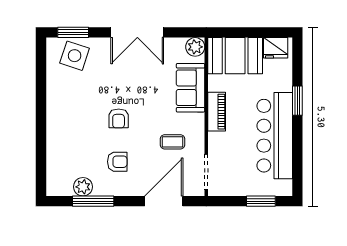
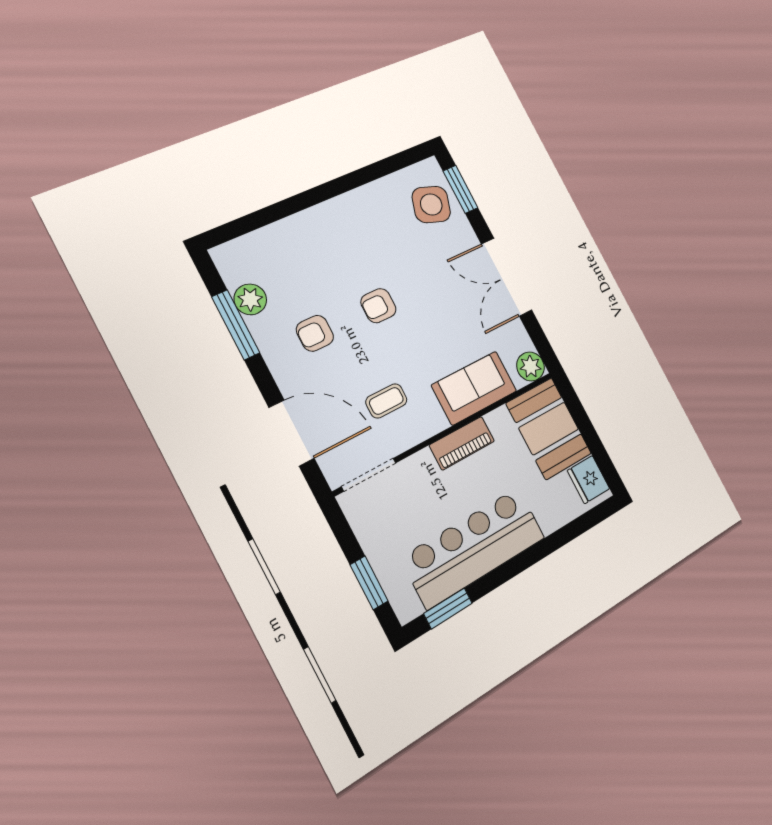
window: (297, 101) -> (448, 608), moved
coffee table: (173, 142) -> (386, 401), turned 90
armchair: (117, 162) -> (315, 333), turned 90

